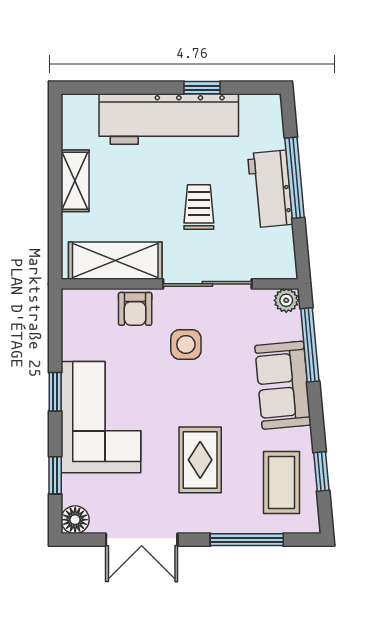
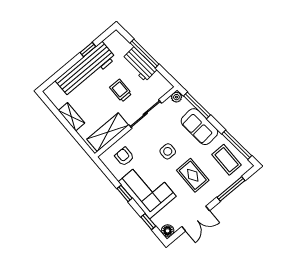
armchair: (135, 309) -> (124, 157), moved, turned 180
side table: (186, 344) -> (168, 151), moved
window: (321, 471) -> (237, 145), width x2.17

